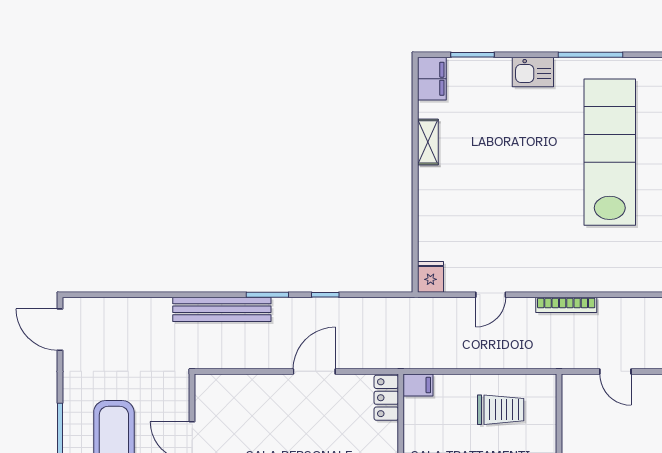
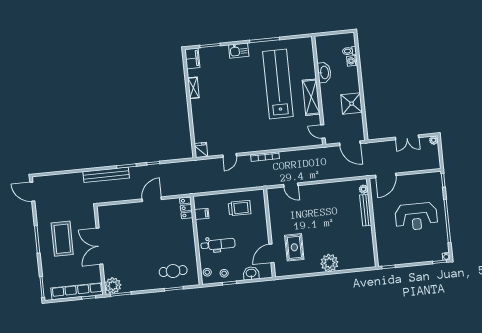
filing cabinet: (418, 385) -> (202, 214), moved

